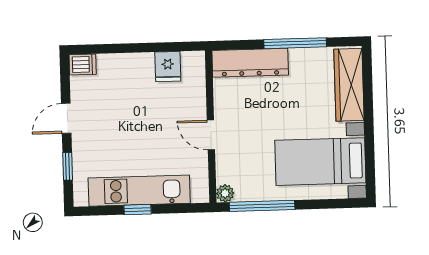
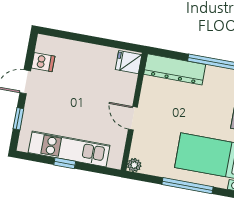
dishwasher: (83, 64) -> (43, 62), moved
fridge: (168, 67) -> (129, 62), moved, turned 90
window: (262, 206) -> (187, 186), moved

